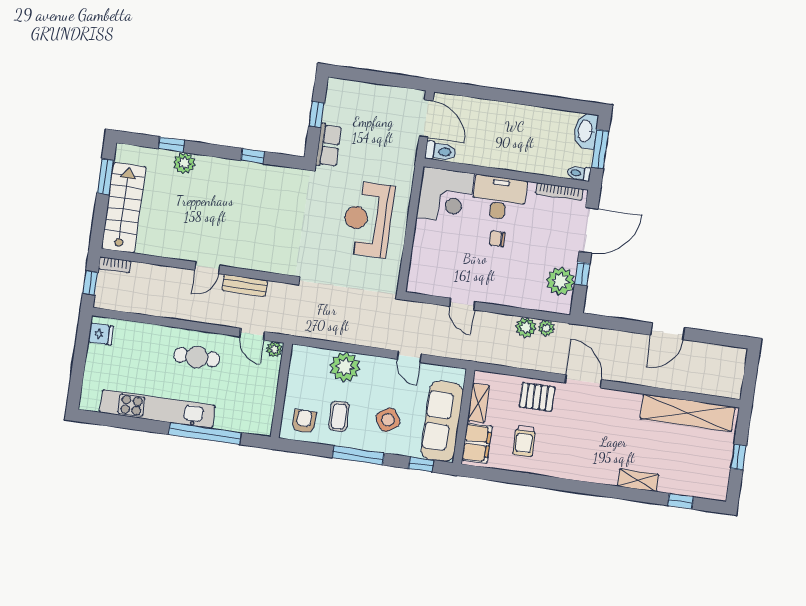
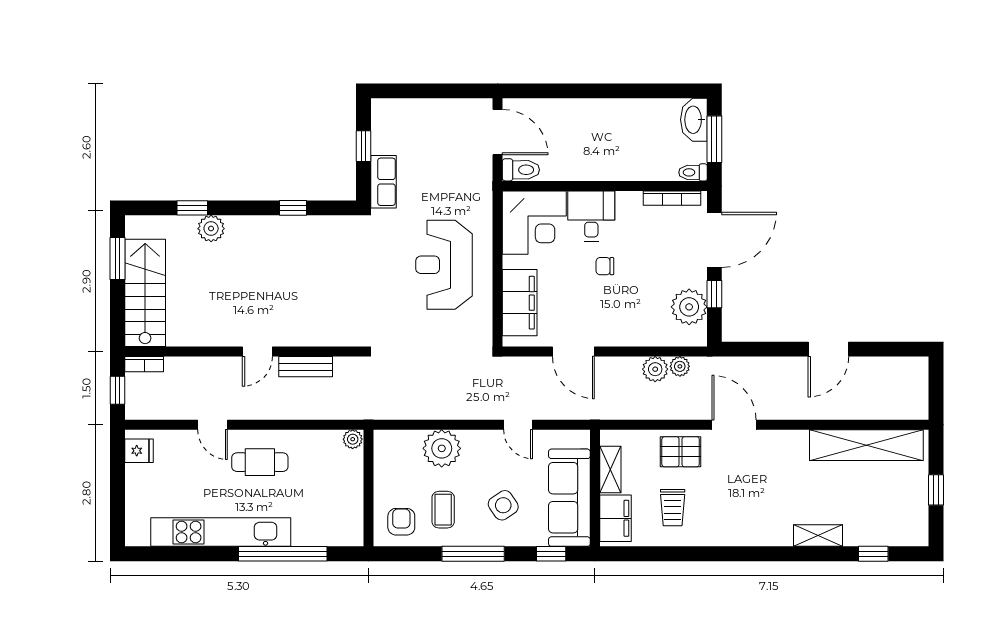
desk: (499, 198) -> (591, 216), width x0.73
filing cabinet: (424, 258) -> (520, 303), added
door: (462, 304) -> (573, 352), width x1.38
door: (252, 334) -> (213, 425), moved

